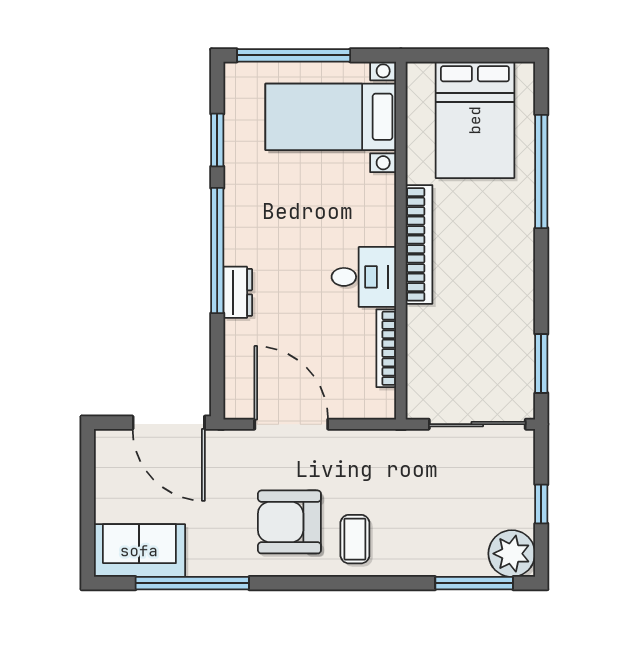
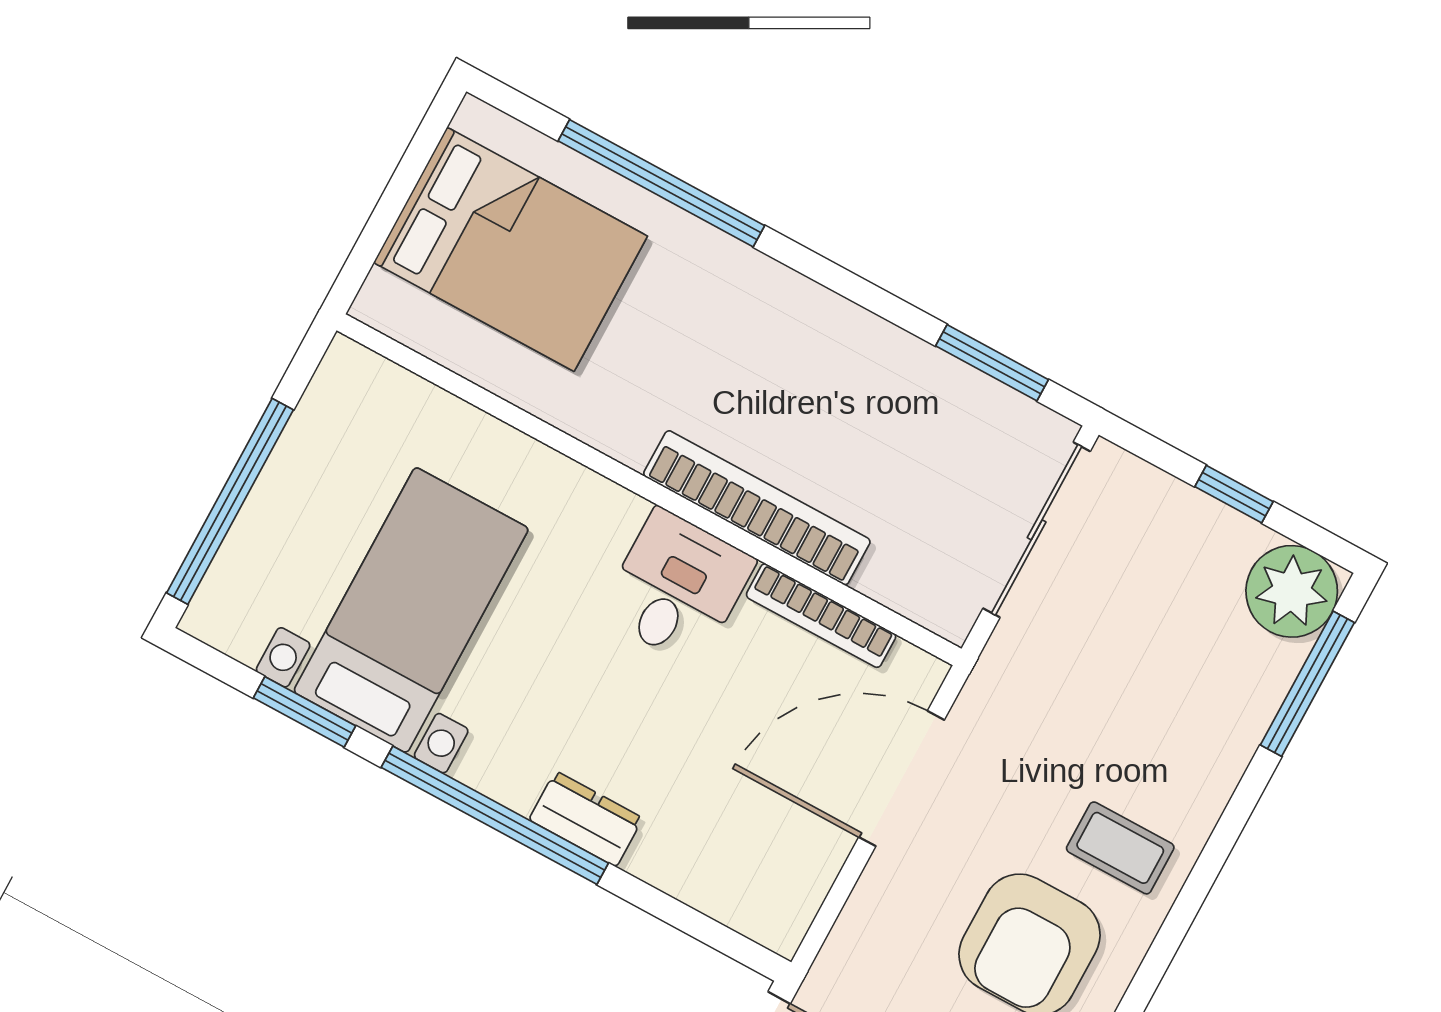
bed with nightstands: (331, 117) -> (411, 610), moved, turned 180
bookcase: (419, 244) -> (757, 508), moved
door: (291, 424) -> (902, 778), moved

